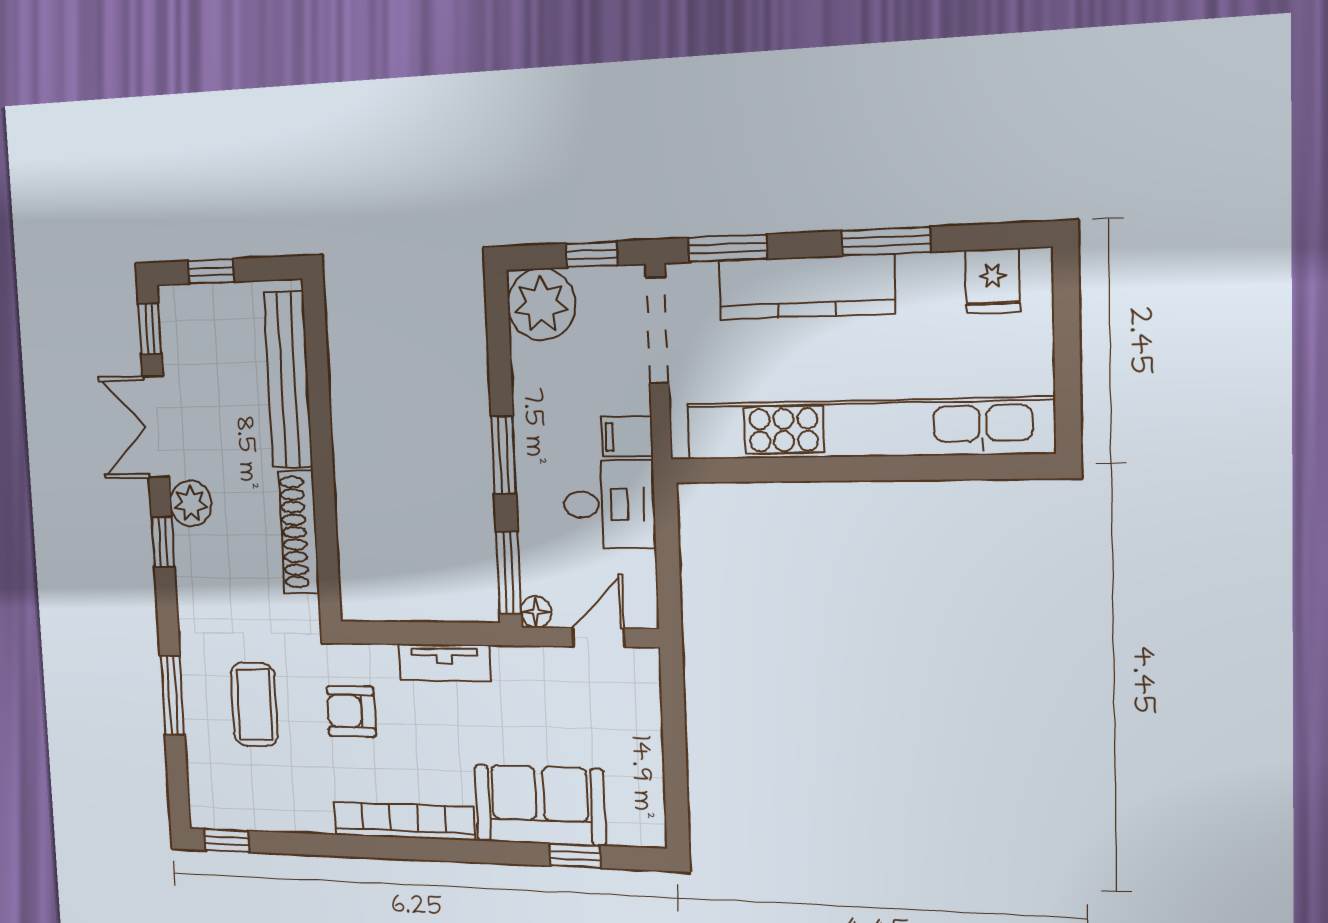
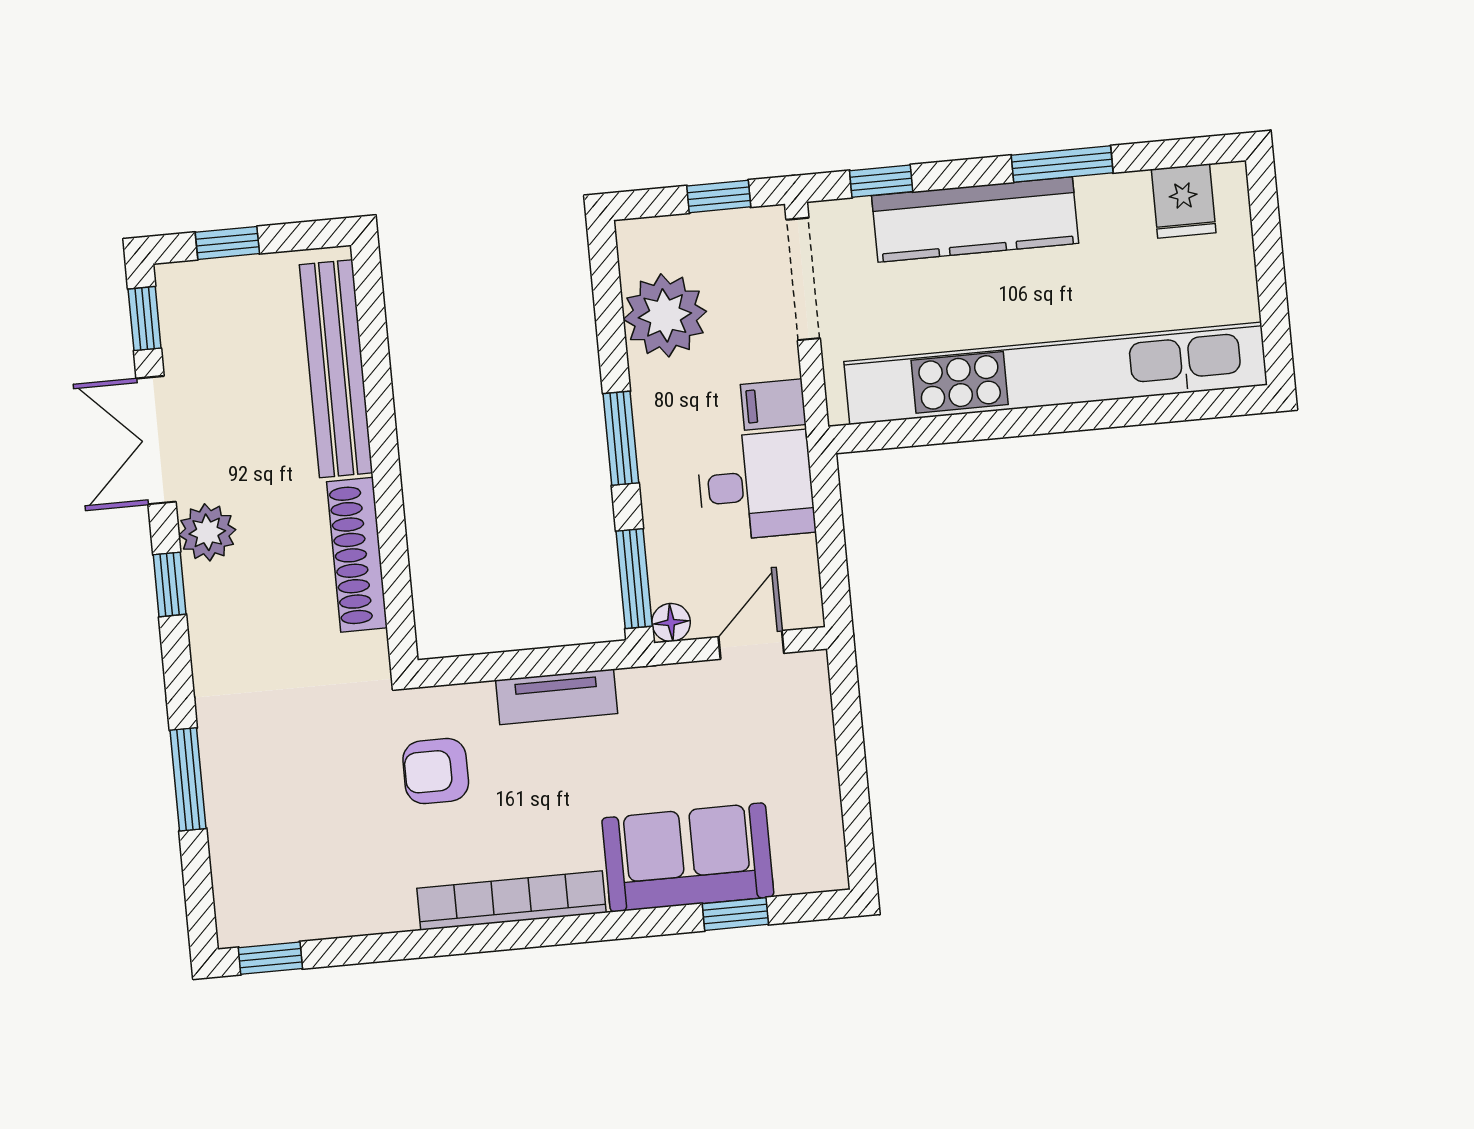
window: (728, 248) -> (881, 181), width x0.67
plant: (541, 304) -> (665, 315), moved
coffee table: (254, 704) -> (303, 778), removed

